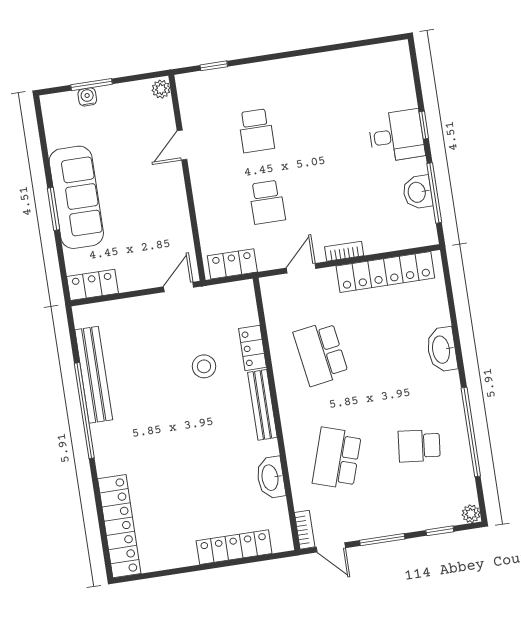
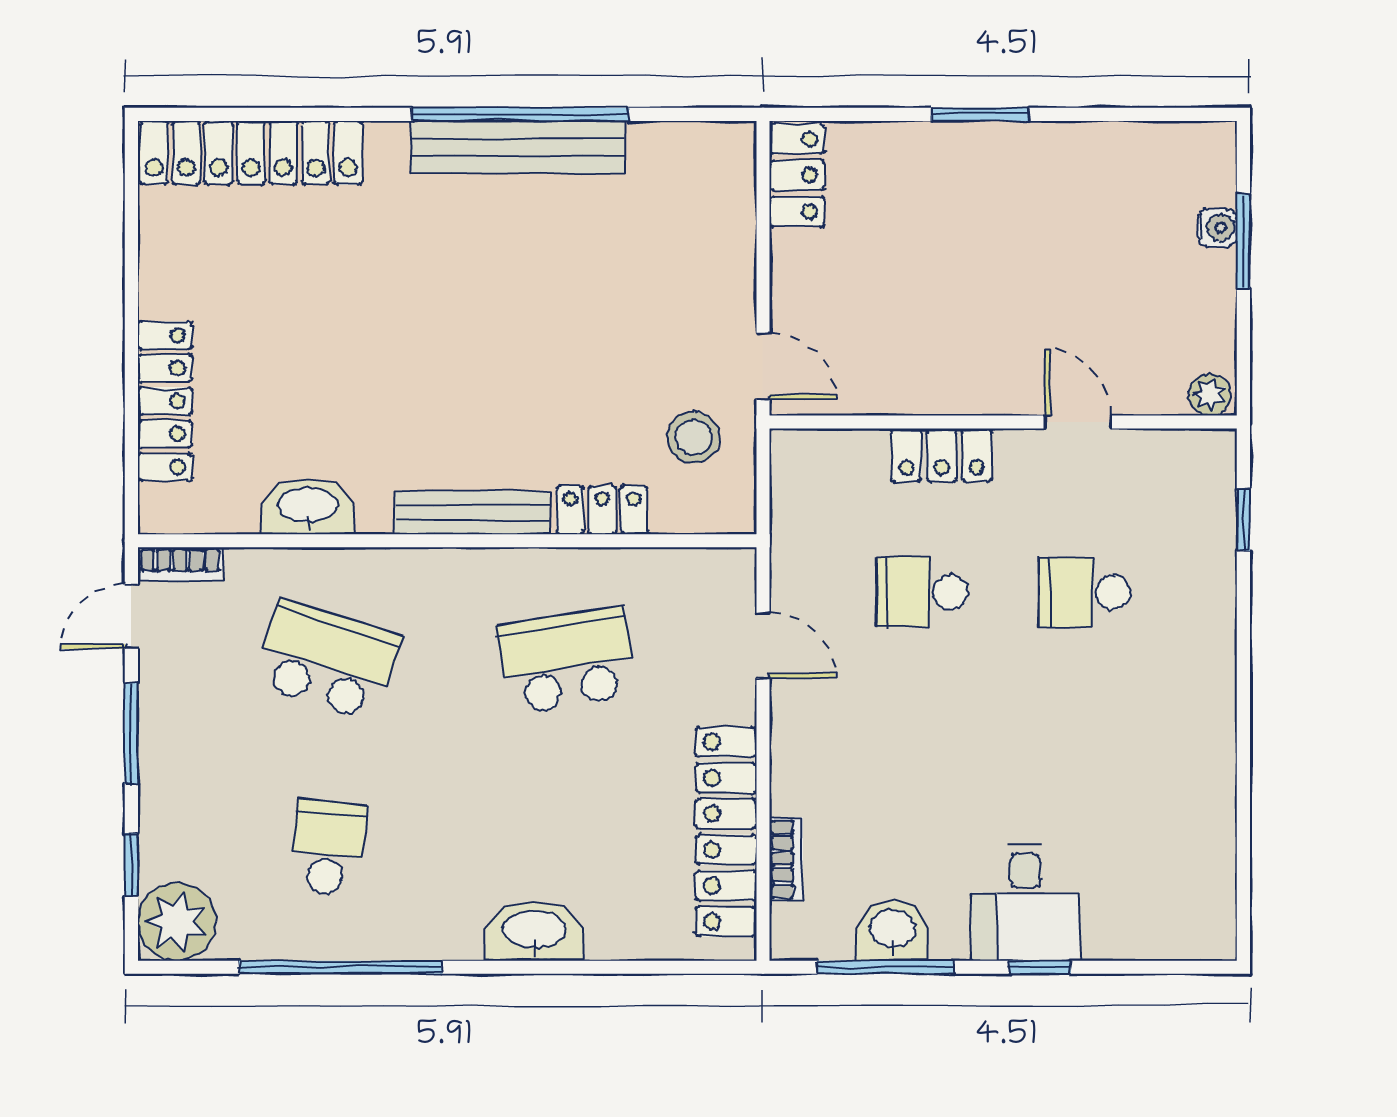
sofa: (76, 197) -> (998, 169), removed
bookcase: (344, 251) -> (786, 859), moved
locker: (232, 264) -> (942, 455), moved, turned 90
stool: (204, 366) -> (693, 437), moved
bench: (94, 375) -> (518, 147), moved
plant: (471, 514) -> (177, 922), width x1.88, depth x1.88

